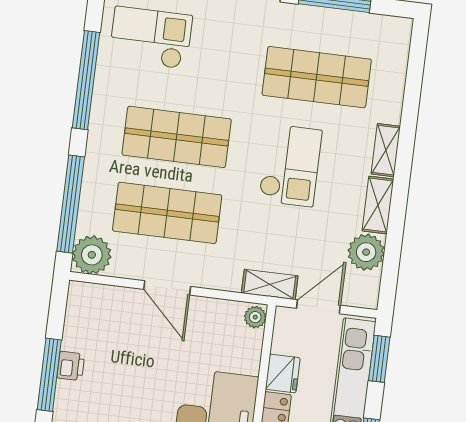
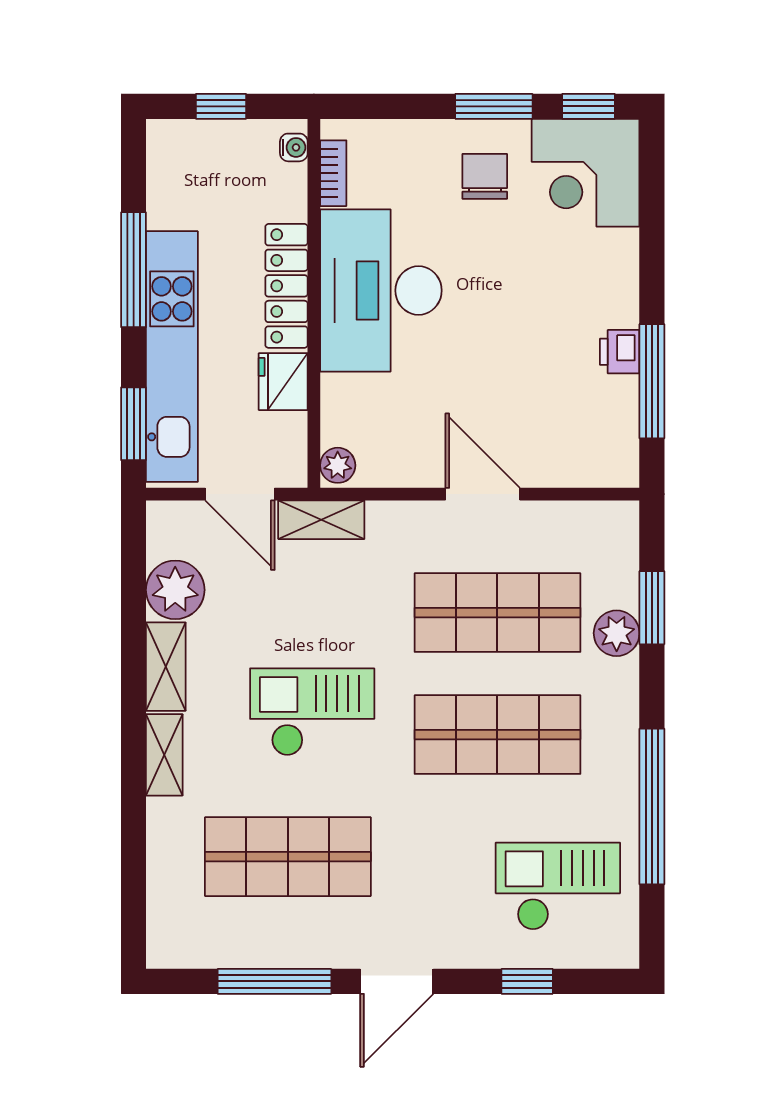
checkout: (151, 38) -> (558, 886), turned 180
checkout: (290, 165) -> (312, 712), turned 90
window: (71, 204) -> (652, 608), width x0.47
plant: (92, 255) -> (617, 633), moved, width x0.73, depth x0.73
door: (318, 307) -> (240, 494), hinge flipped
window: (49, 375) -> (652, 381), moved

